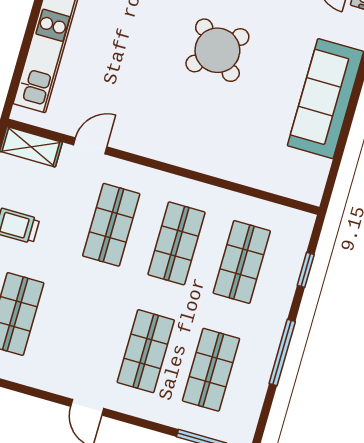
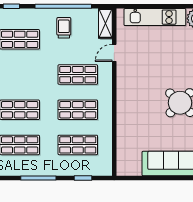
door: (90, 146) -> (114, 53), swing flipped

